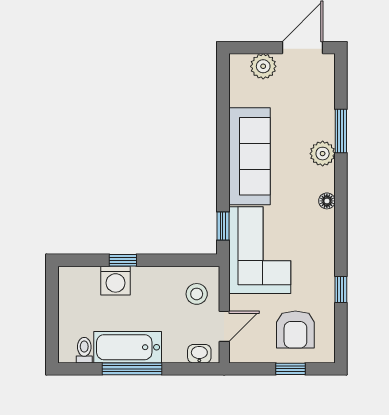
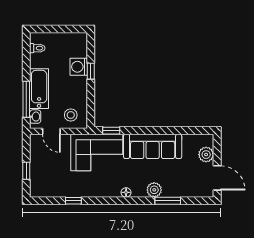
armchair: (295, 330) -> (50, 174), removed
bathtub: (128, 347) -> (39, 89), moved
window: (132, 369) -> (26, 99), moved

